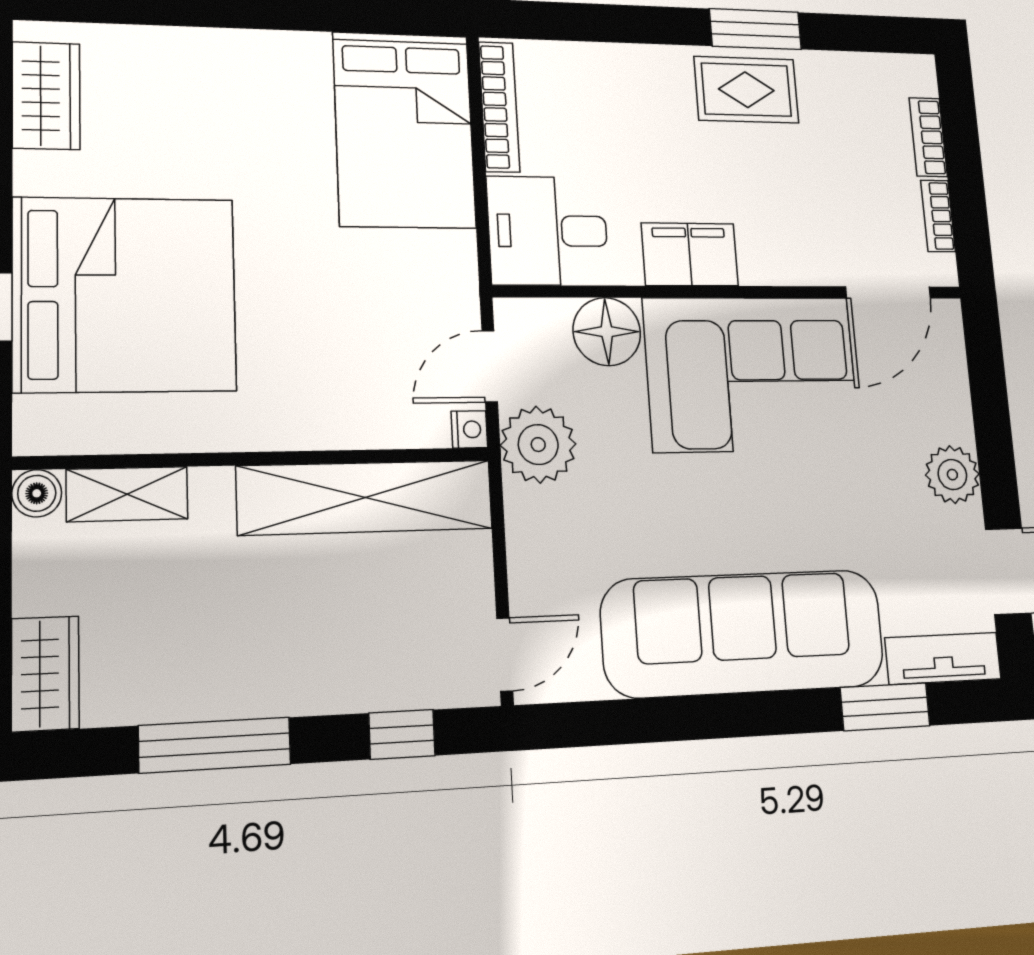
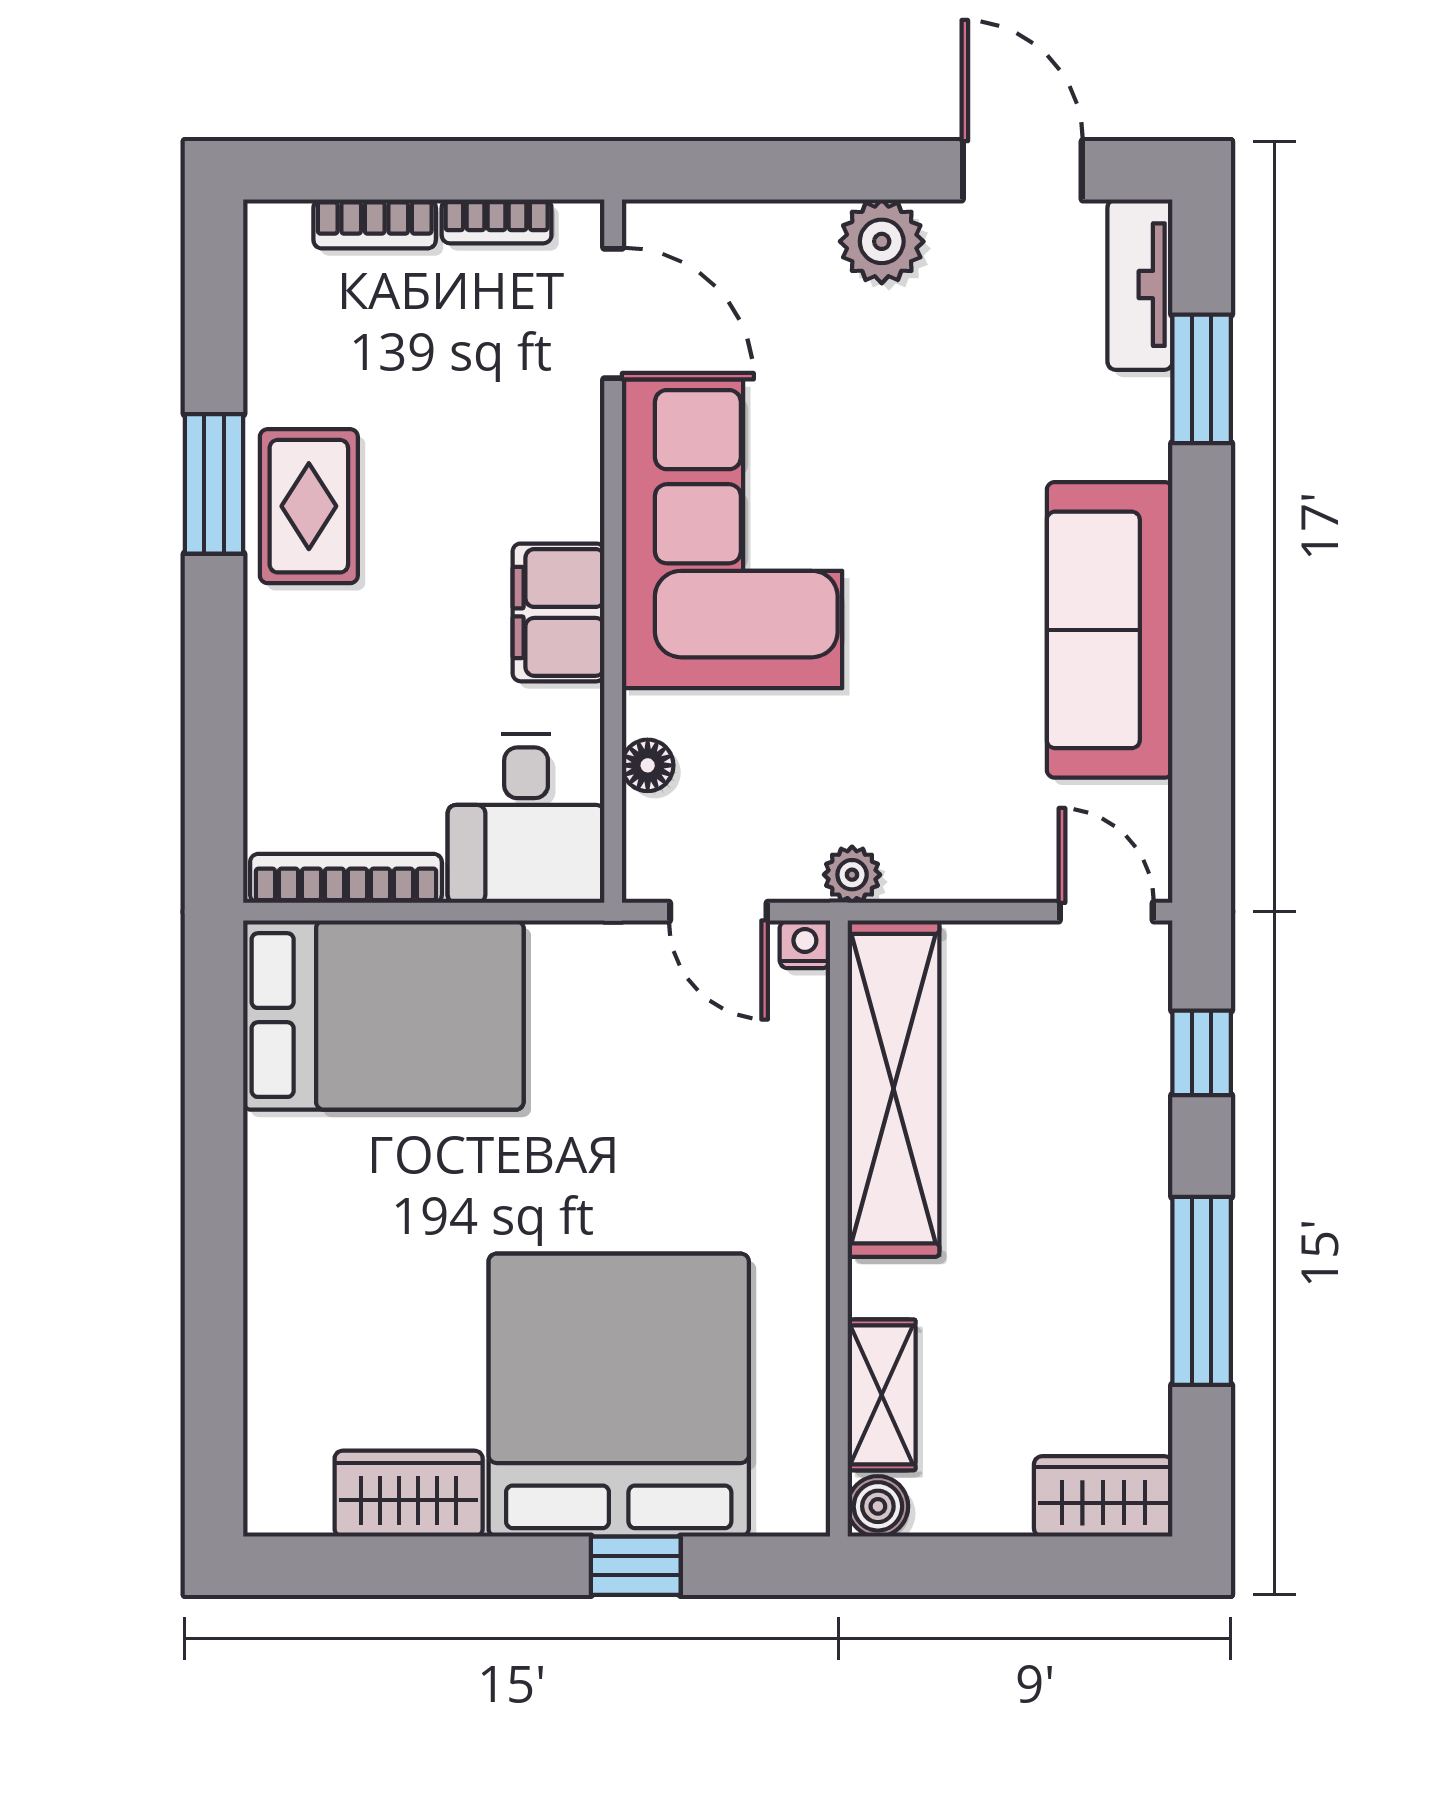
wardrobe: (46, 96) -> (409, 1494), moved
floor lamp: (607, 332) -> (648, 765), width x0.53, depth x0.53
plant: (538, 445) -> (852, 875), width x0.53, depth x0.53
sofa: (744, 633) -> (1110, 630), width x0.74, depth x0.79

